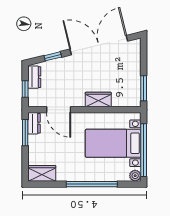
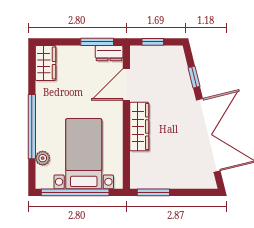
dresser: (34, 77) -> (168, 54), removed
wardrobe: (98, 100) -> (139, 127), width x1.50
plant: (135, 176) -> (43, 158), moved

